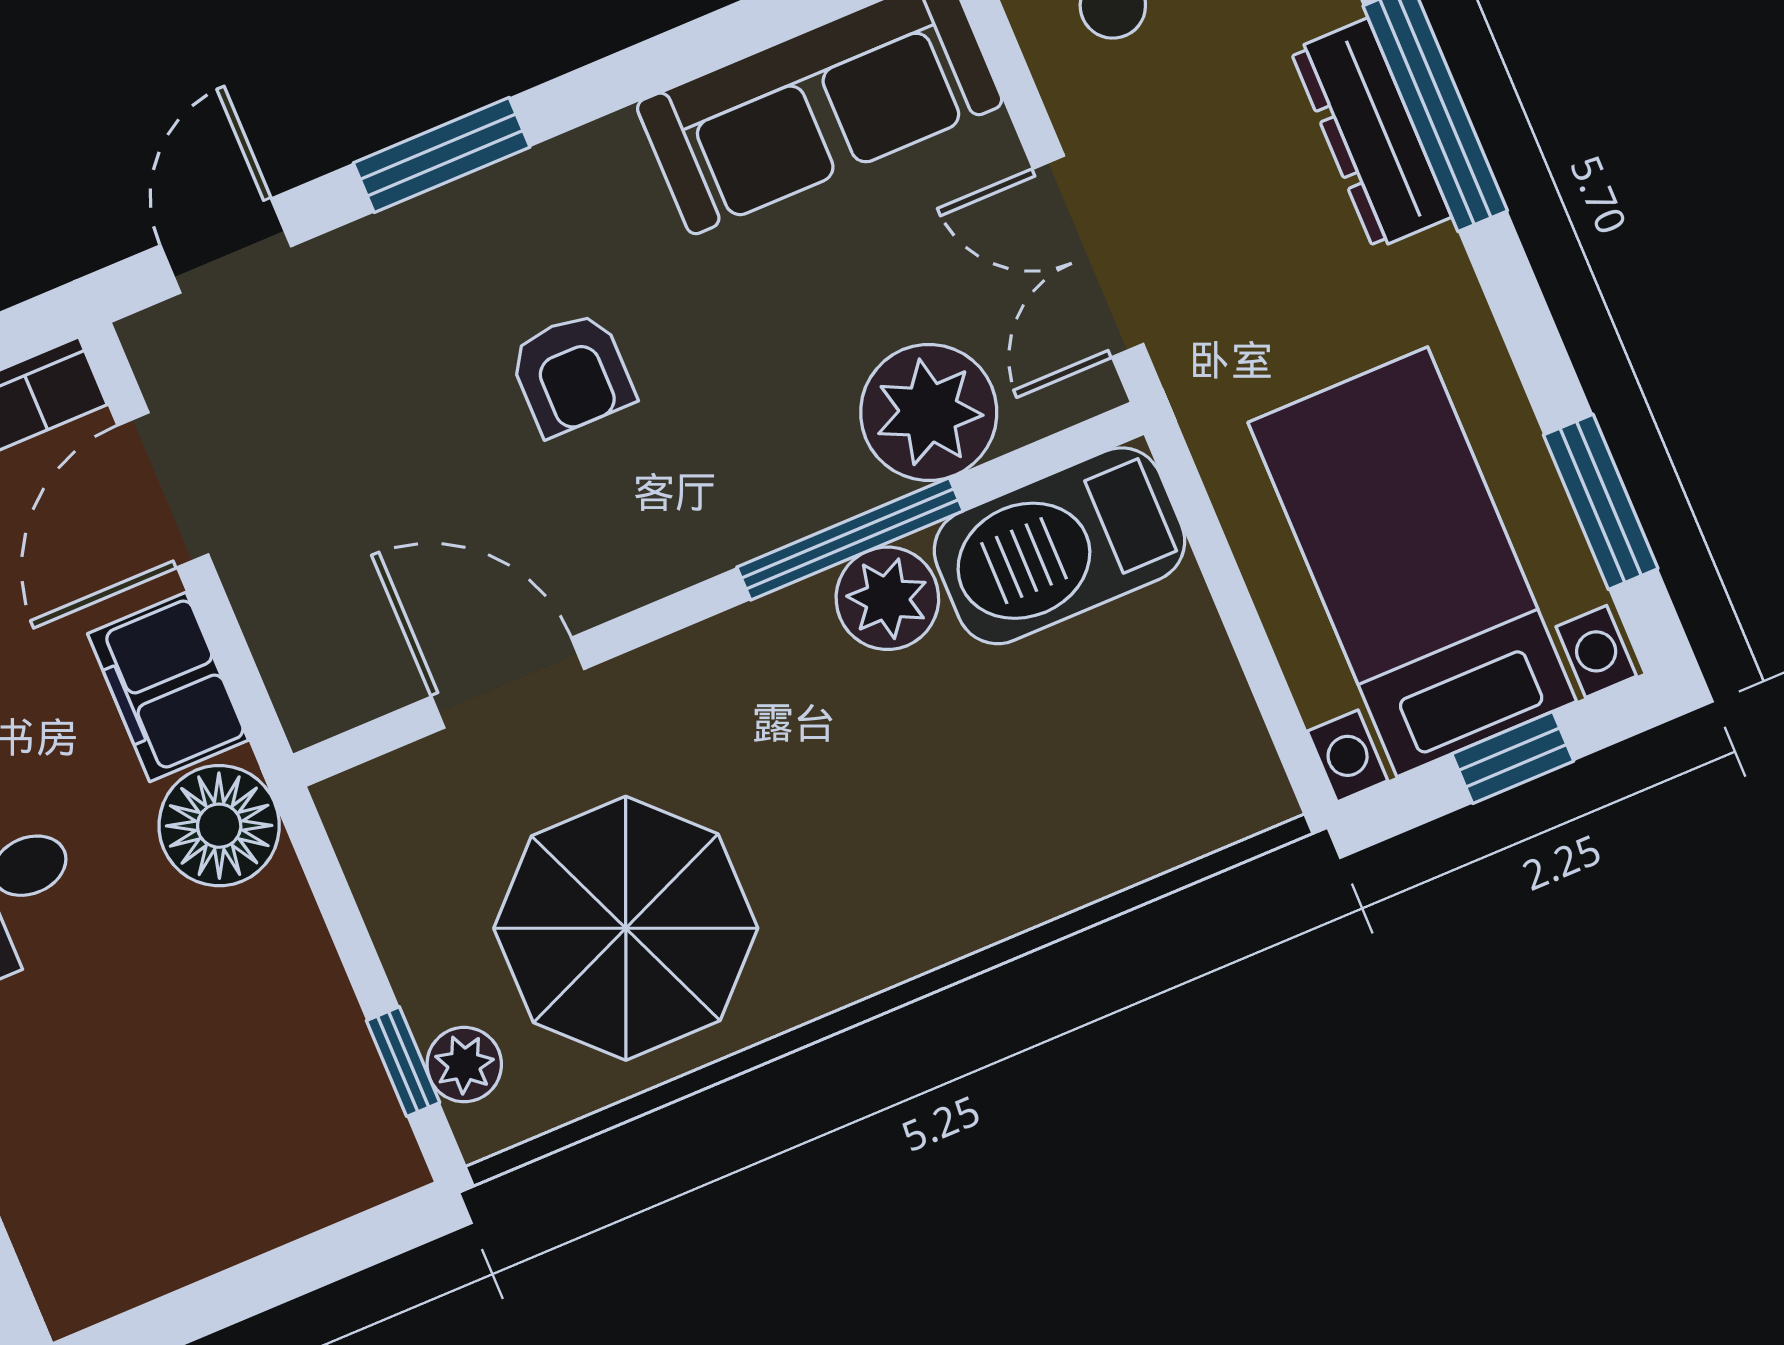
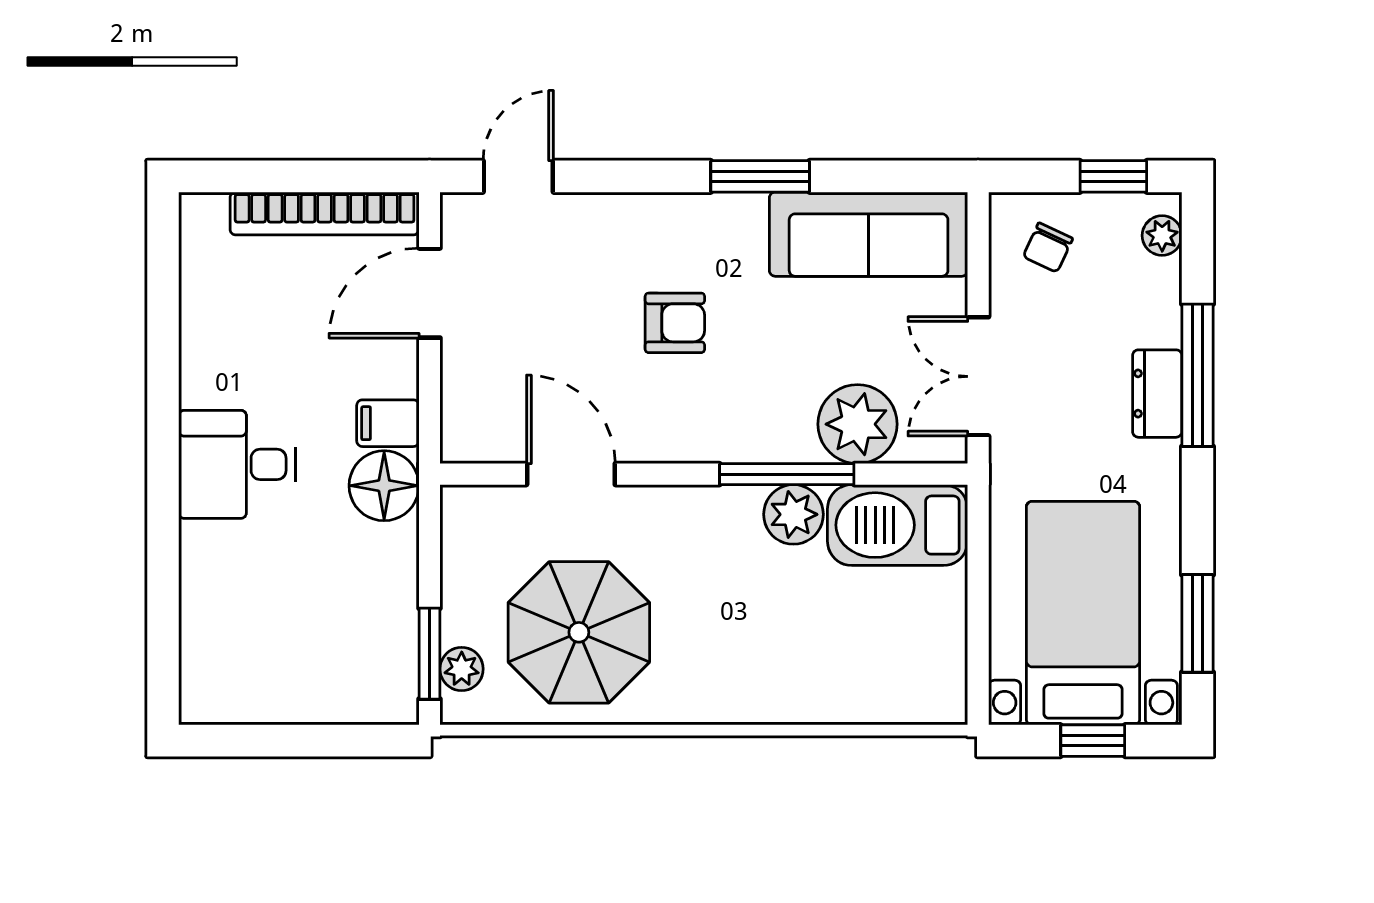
dresser: (1371, 134) -> (1157, 394), width x0.70
window: (442, 155) -> (760, 176), moved
armchair: (572, 374) -> (675, 323), turned -90
filing cabinet: (168, 687) -> (388, 423), width x0.50
window: (403, 1062) -> (429, 654), width x1.50

